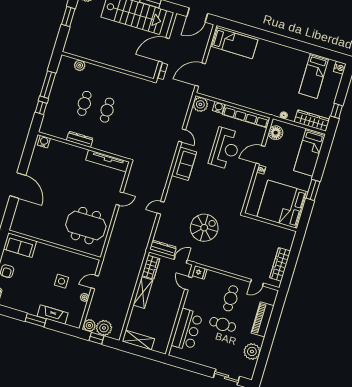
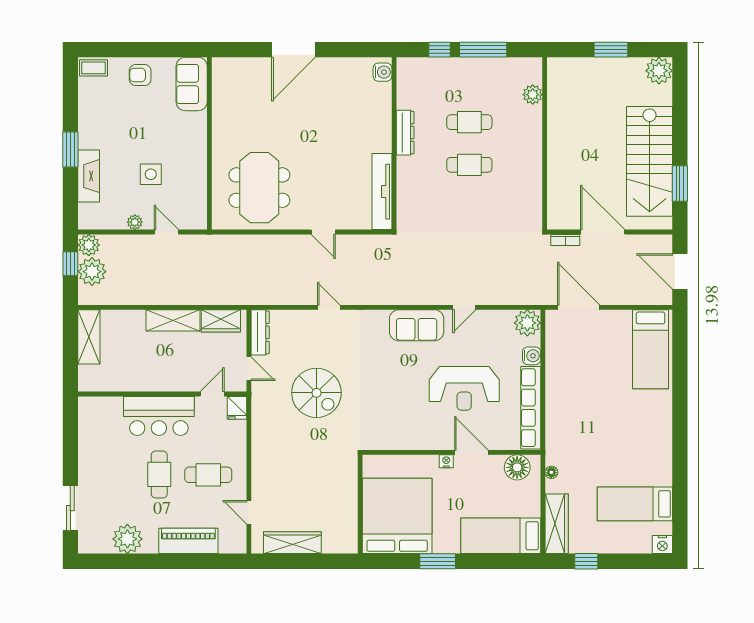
bar counter: (187, 330) -> (159, 416), moved

